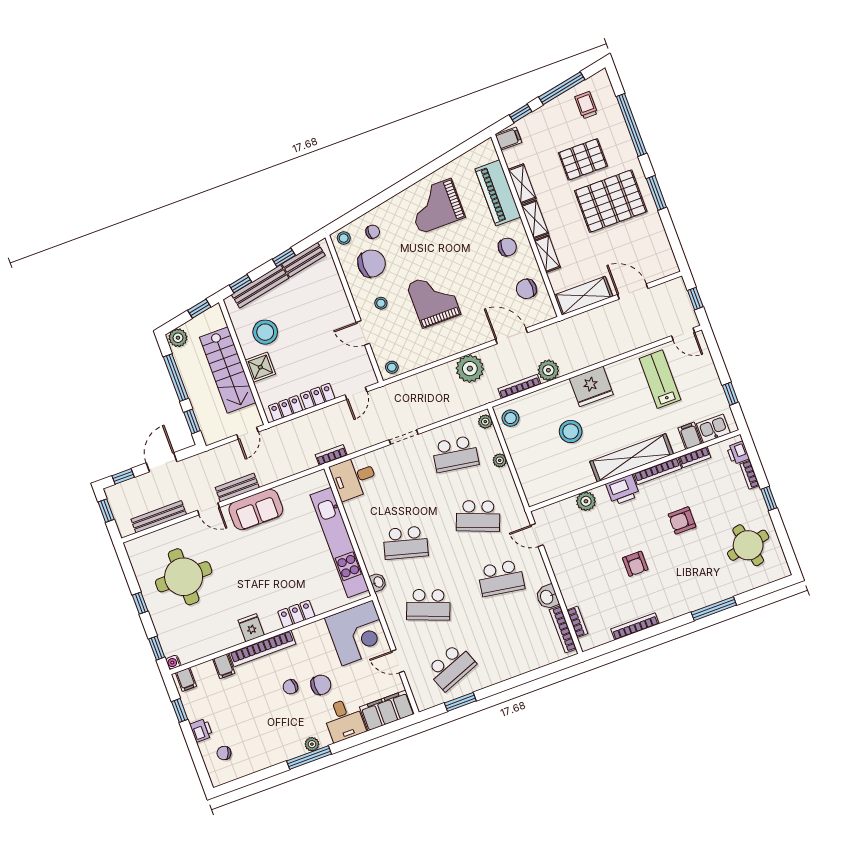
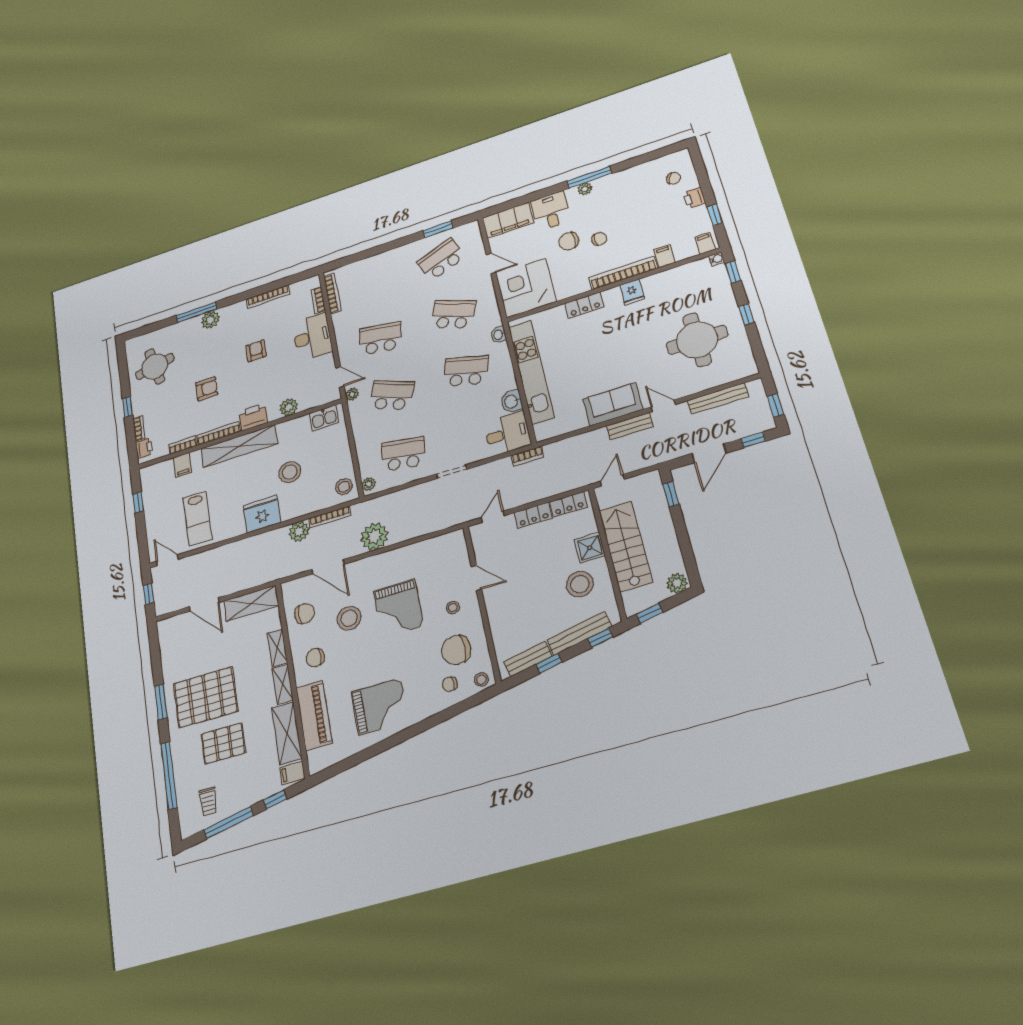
shelving: (522, 184) -> (287, 733), width x1.50, depth x1.33
stool: (392, 367) -> (349, 618), moved, width x1.89, depth x1.89
window: (176, 378) -> (684, 541), removed
kitchen sink: (713, 428) -> (324, 418), moved
plant: (500, 460) -> (352, 394), moved
desk: (576, 580) -> (312, 337), added
washbasin: (547, 597) -> (512, 402), moved, turned 180
plant: (696, 600) -> (210, 320), added

